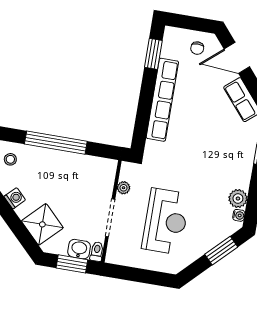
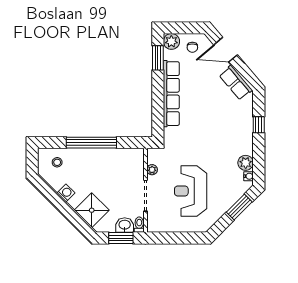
plant: (173, 37) -> (171, 41), added
reception desk: (166, 221) -> (191, 191), turned 180

